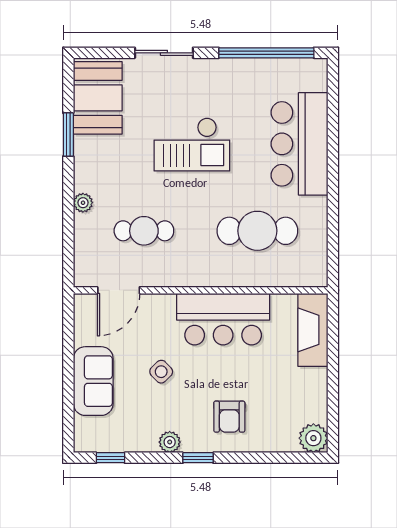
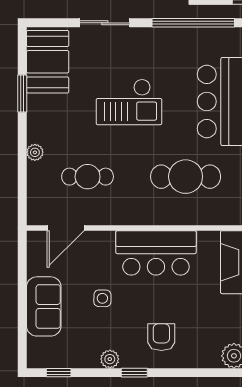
side table: (161, 372) -> (102, 298), turned 45
armchair: (229, 417) -> (161, 337), turned 180

